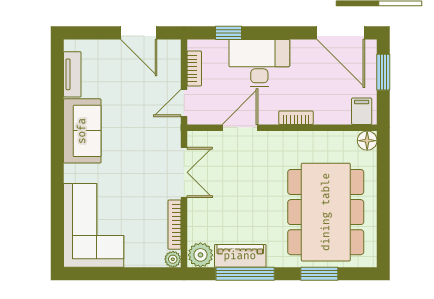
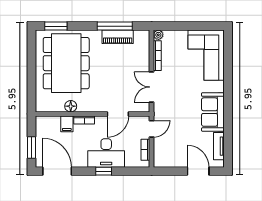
door: (139, 33) -> (198, 171), moved
window: (229, 33) -> (104, 171), moved
filing cabinet: (362, 111) -> (67, 124), moved
floor lamp: (367, 141) -> (71, 106), moved
plant: (200, 255) -> (142, 37), removed
window: (319, 274) -> (56, 26), moved

